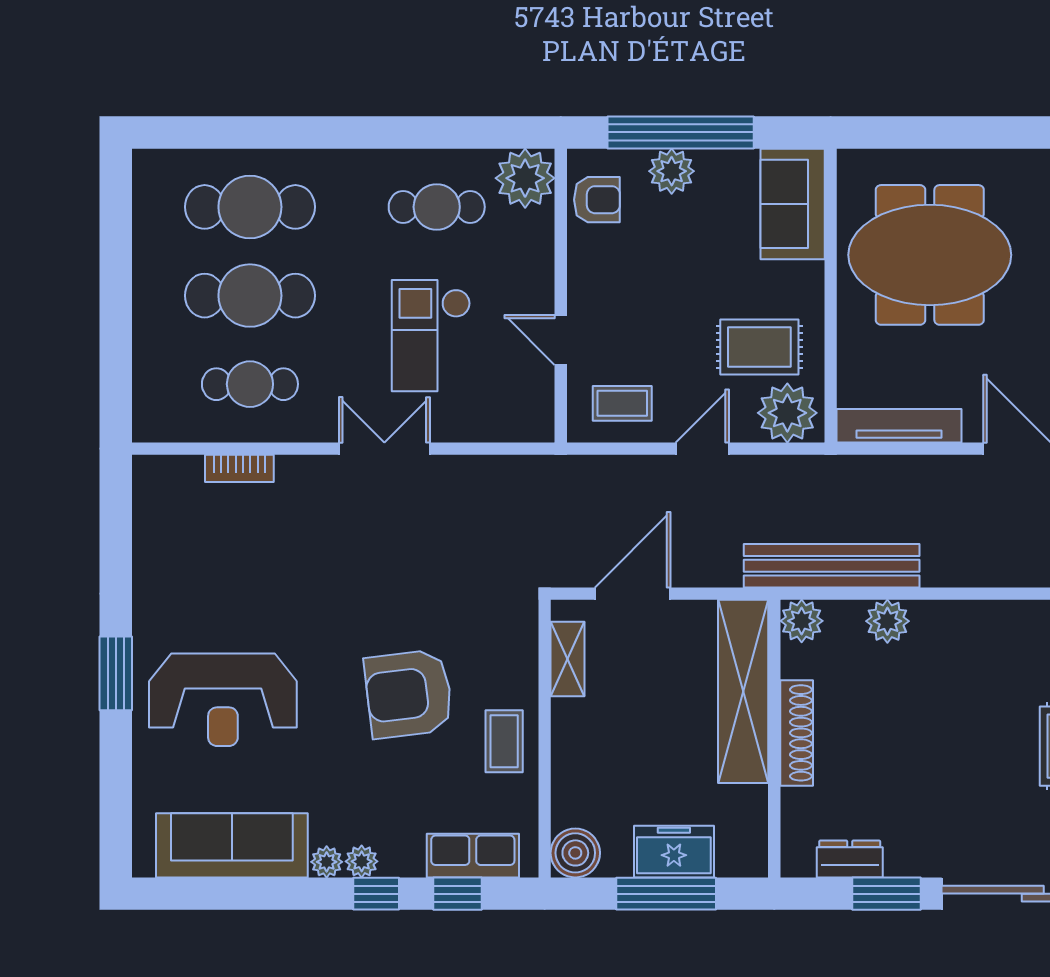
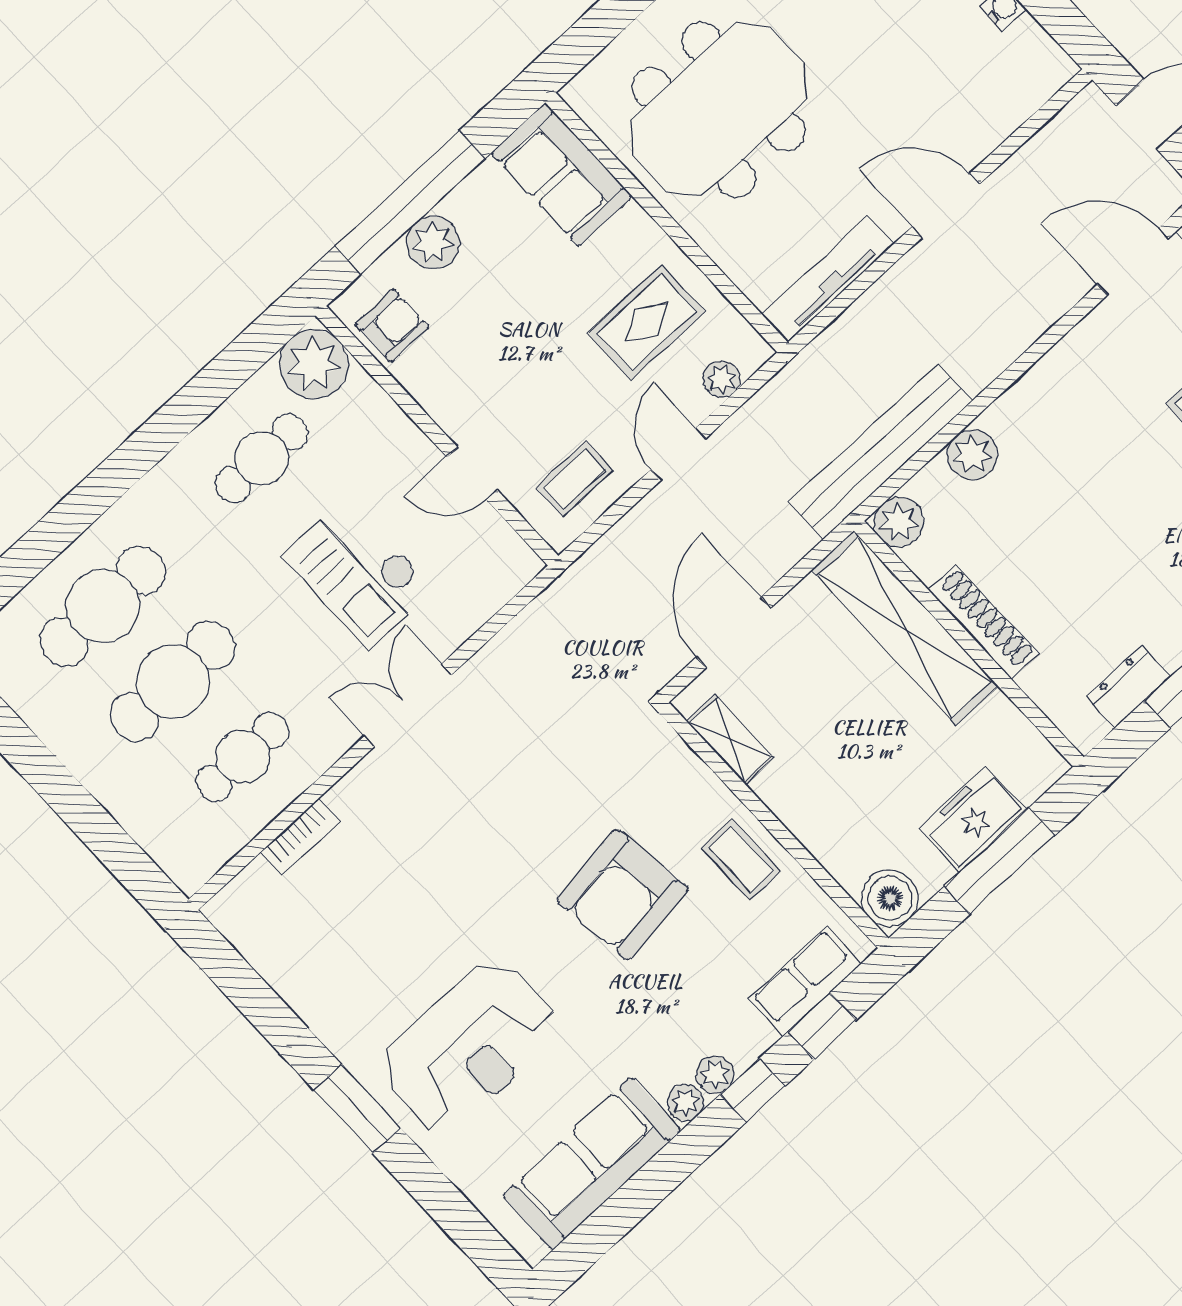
plant: (787, 413) -> (722, 379), width x0.53, depth x0.53

